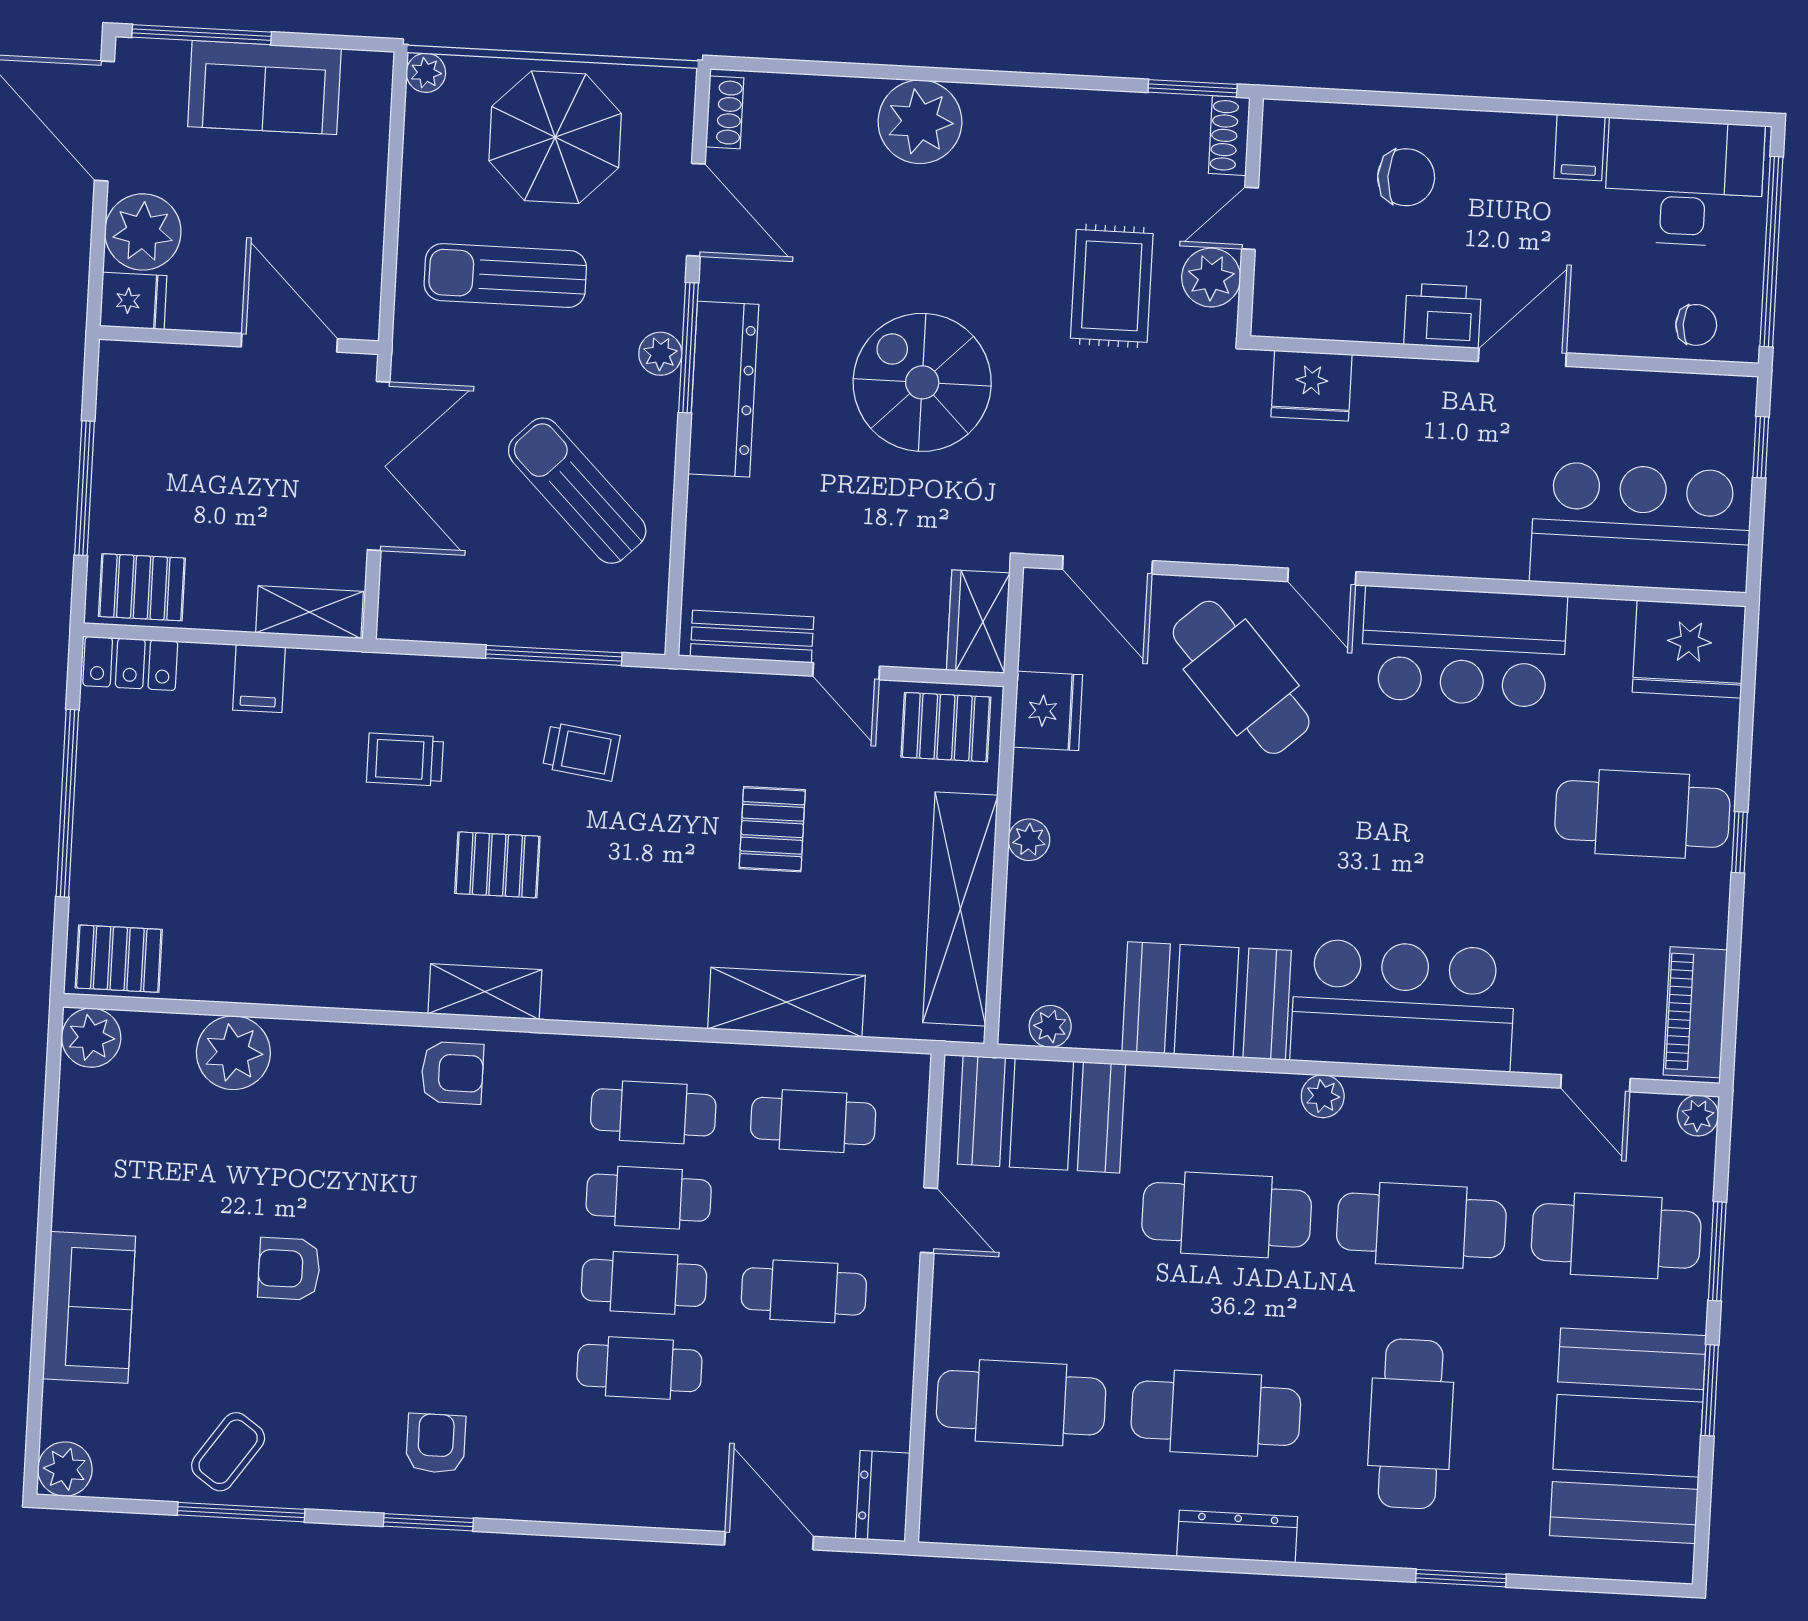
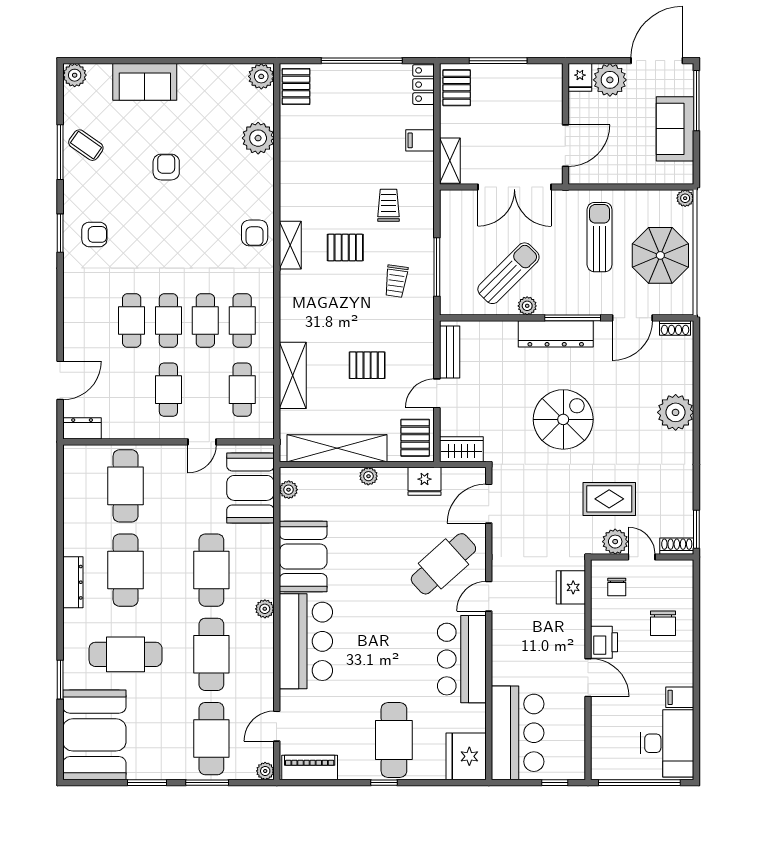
chair: (1696, 325) -> (617, 587), moved
plant: (660, 354) -> (527, 306), moved
pallet: (497, 865) -> (345, 248), turned 90
booth: (1628, 1436) -> (94, 735), moved, turned 90

